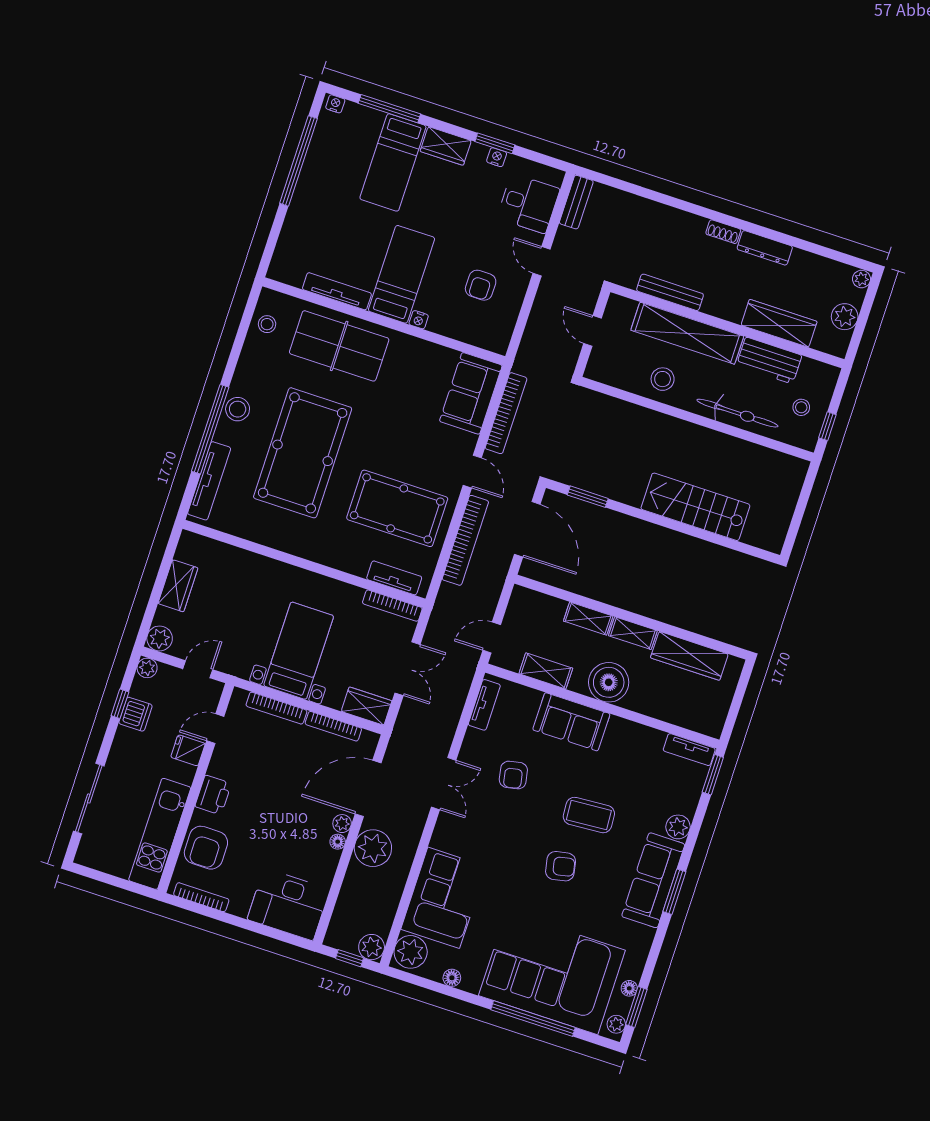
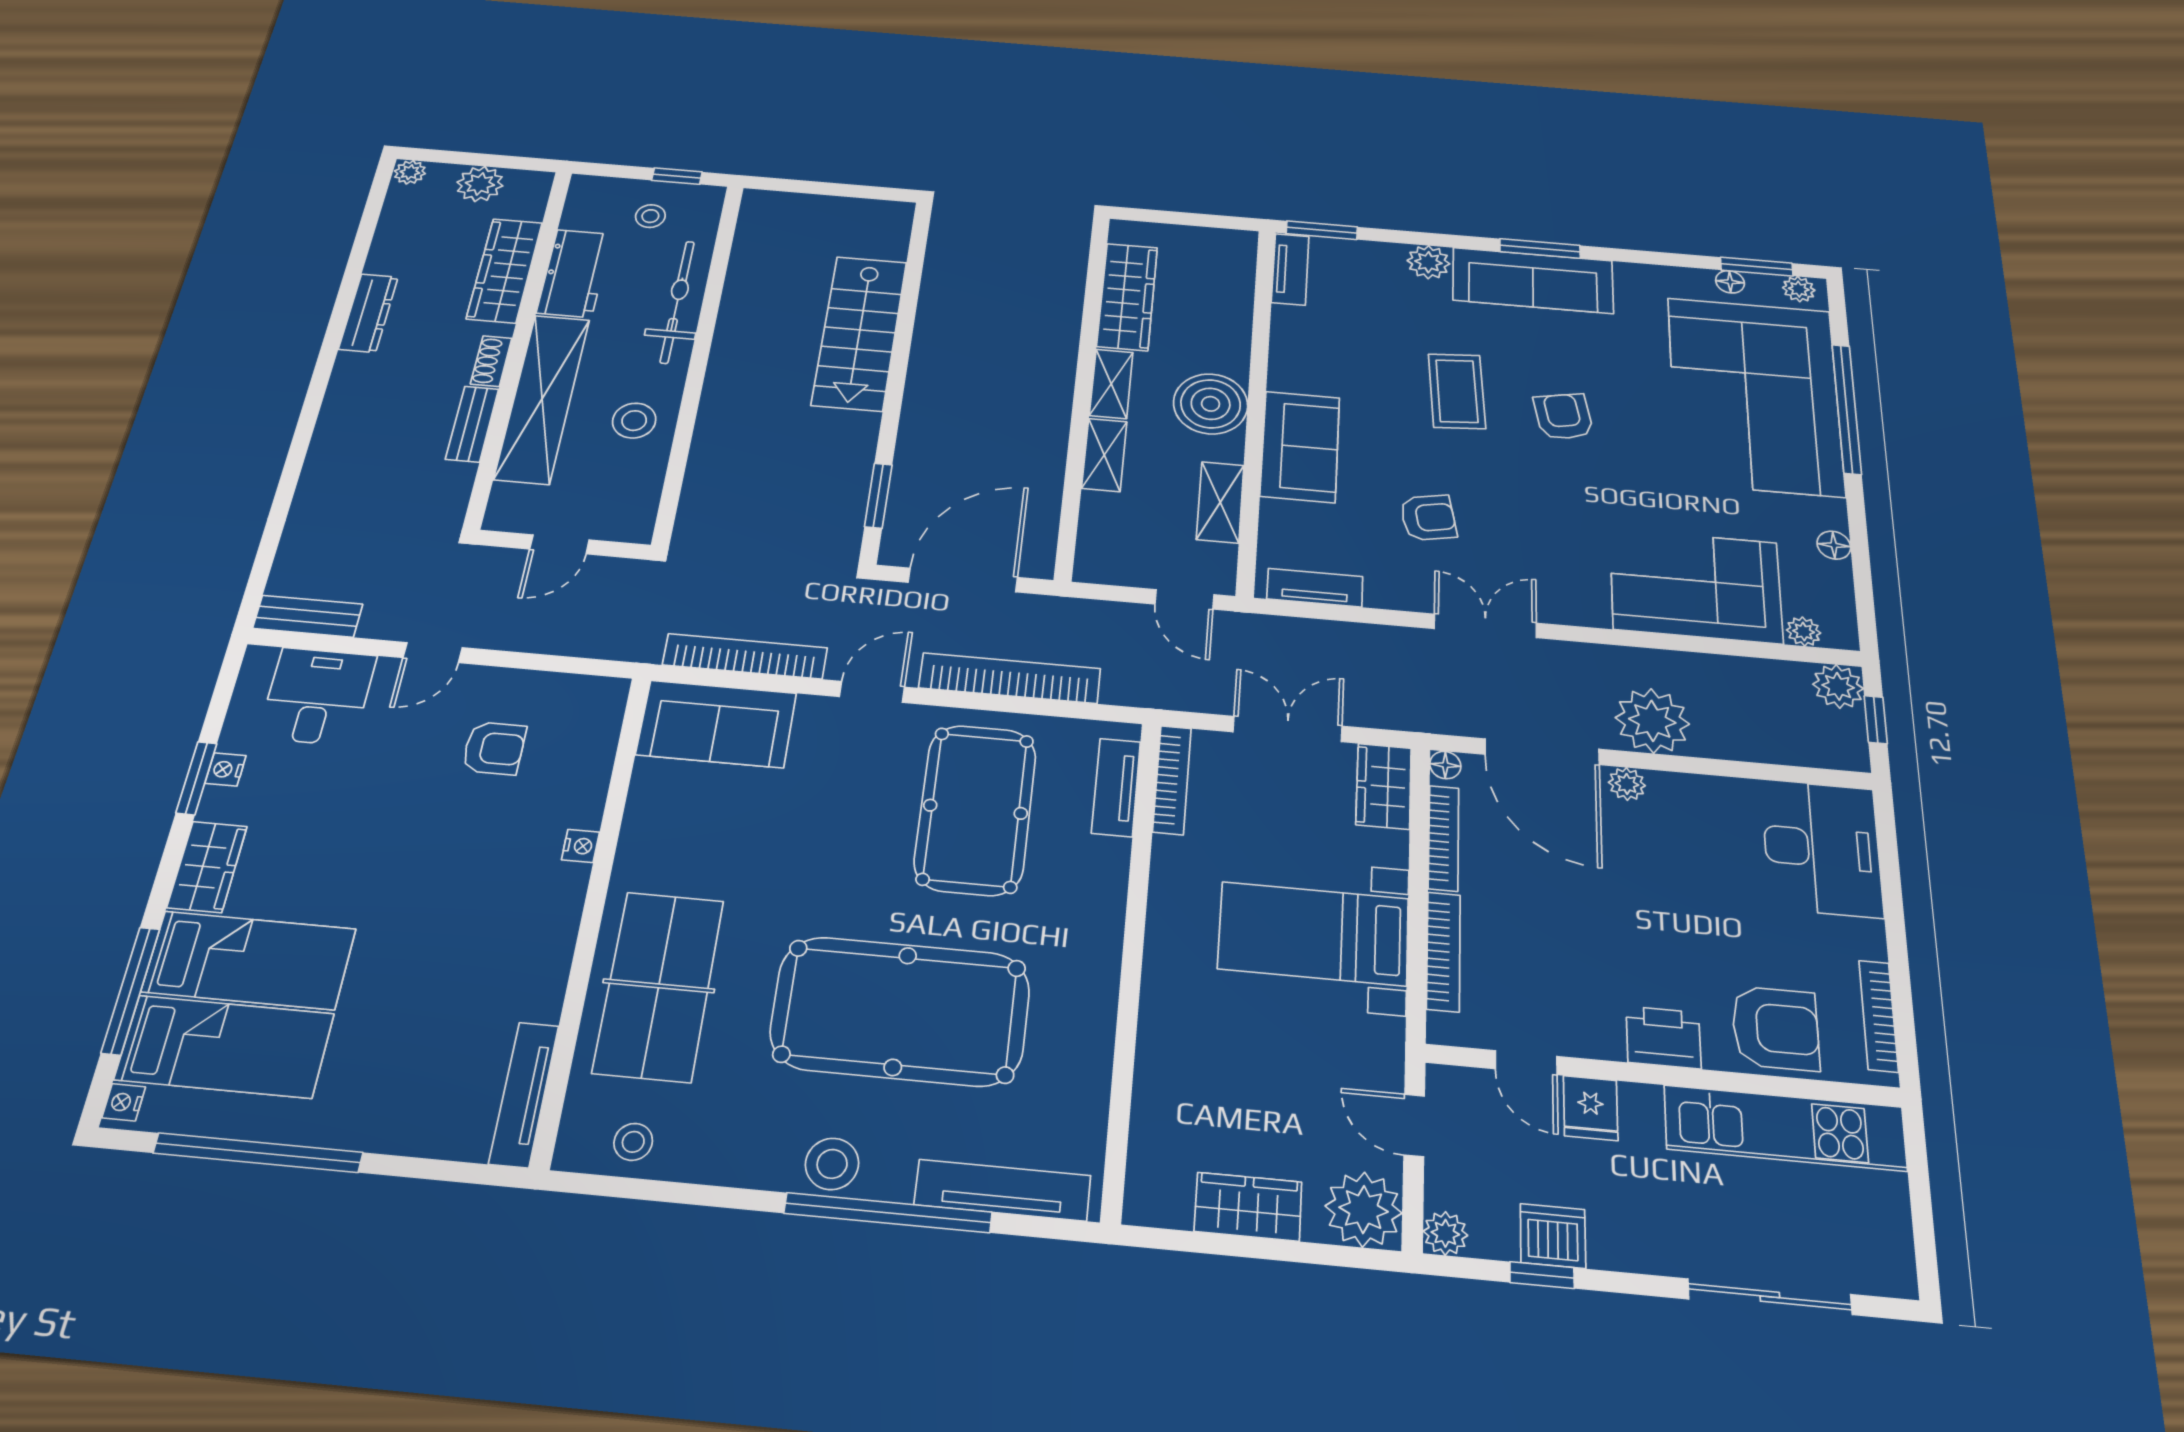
shoe rack: (723, 232) -> (491, 361), moved, turned 180
bed: (402, 274) -> (225, 1047), moved, turned 180
tv unit: (337, 291) -> (524, 1094), moved
bench: (670, 292) -> (472, 424), width x0.73
plant: (160, 638) -> (1364, 1210), width x1.36, depth x1.36
floor lamp: (338, 842) -> (1445, 765), moved
plant: (411, 952) -> (1804, 632), width x0.53, depth x0.53

